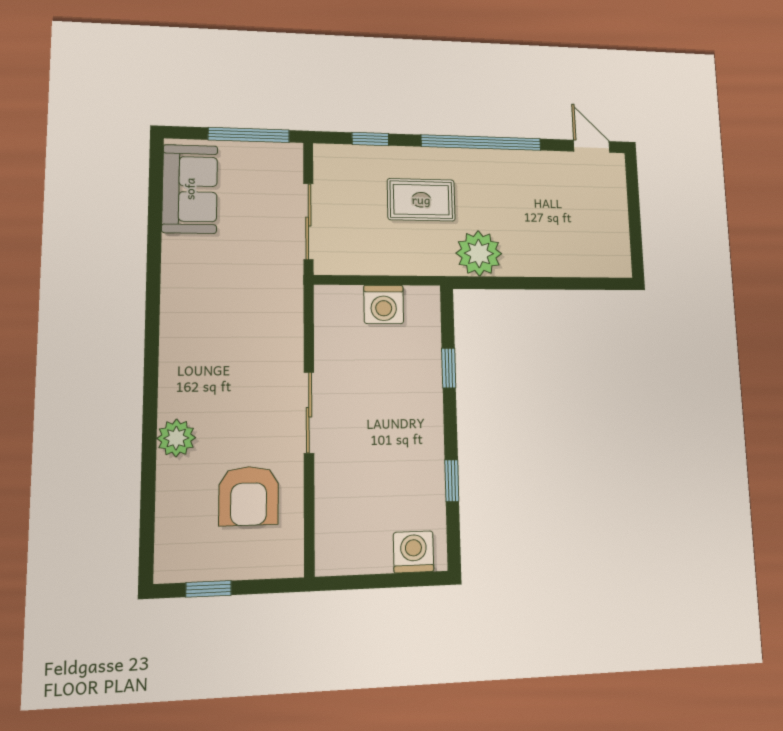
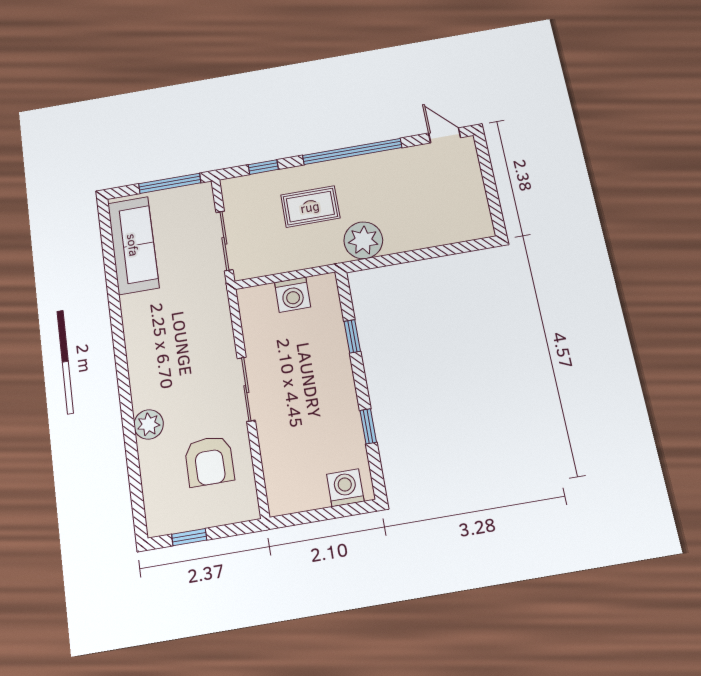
sofa: (190, 189) -> (133, 245), width x1.36

